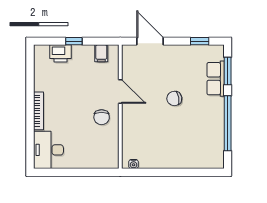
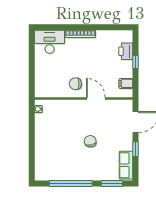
window: (200, 41) -> (136, 149), moved
row of seats: (216, 79) -> (126, 165), moved, turned -90
door: (120, 91) -> (96, 98), swing flipped

